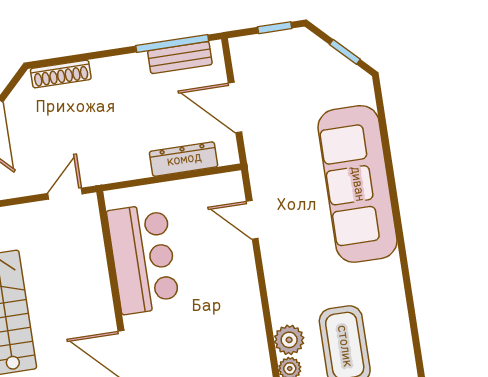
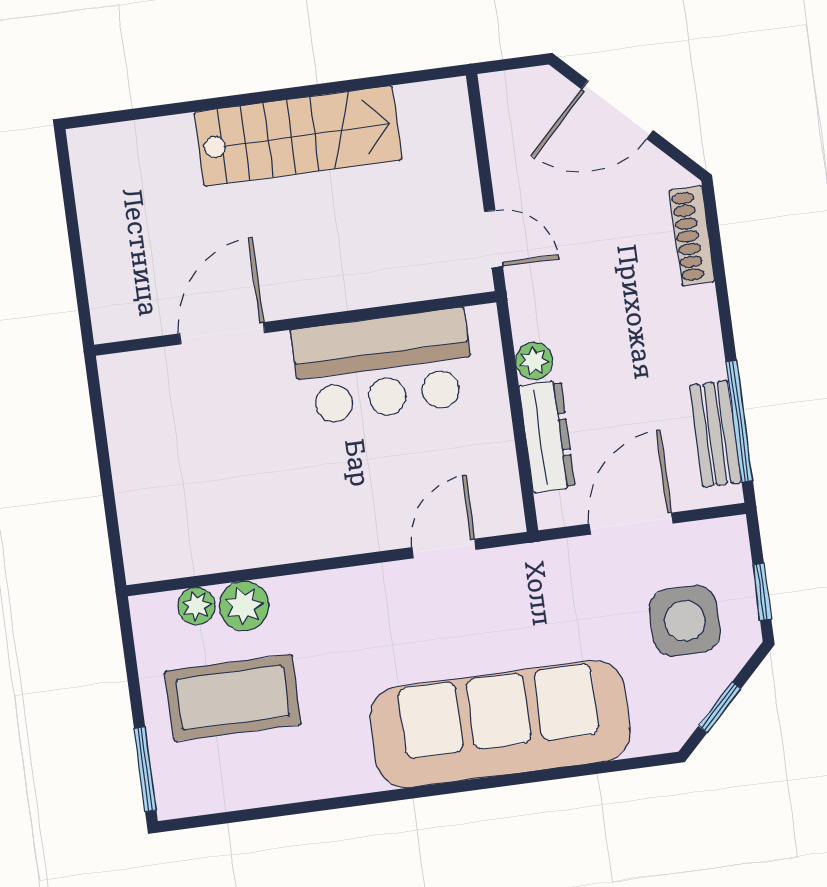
side table: (293, 74) -> (685, 621), added
plant: (138, 168) -> (534, 361), added

